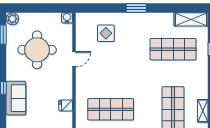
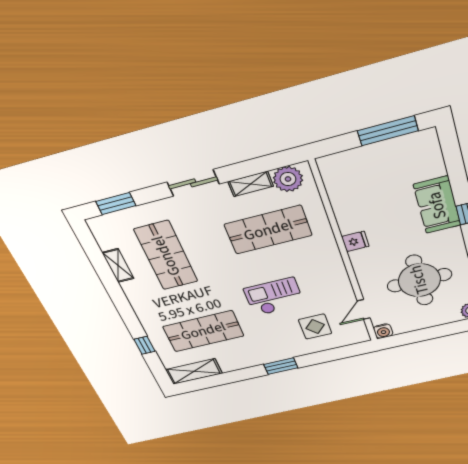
door: (74, 59) -> (364, 309), moved
checkout: (123, 62) -> (274, 297), added
fridge: (66, 105) -> (355, 241), moved

